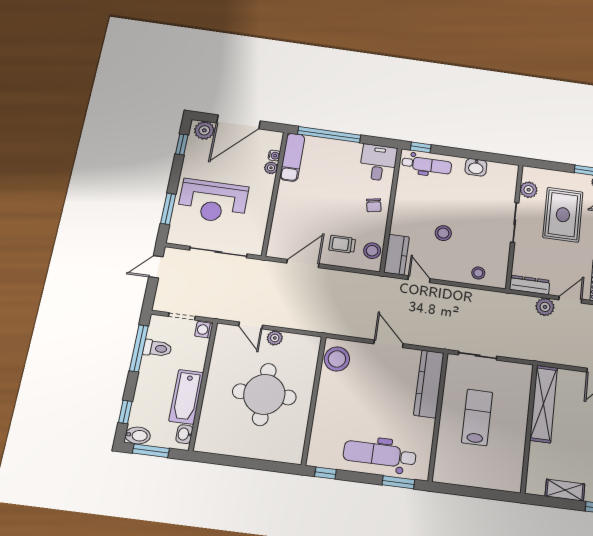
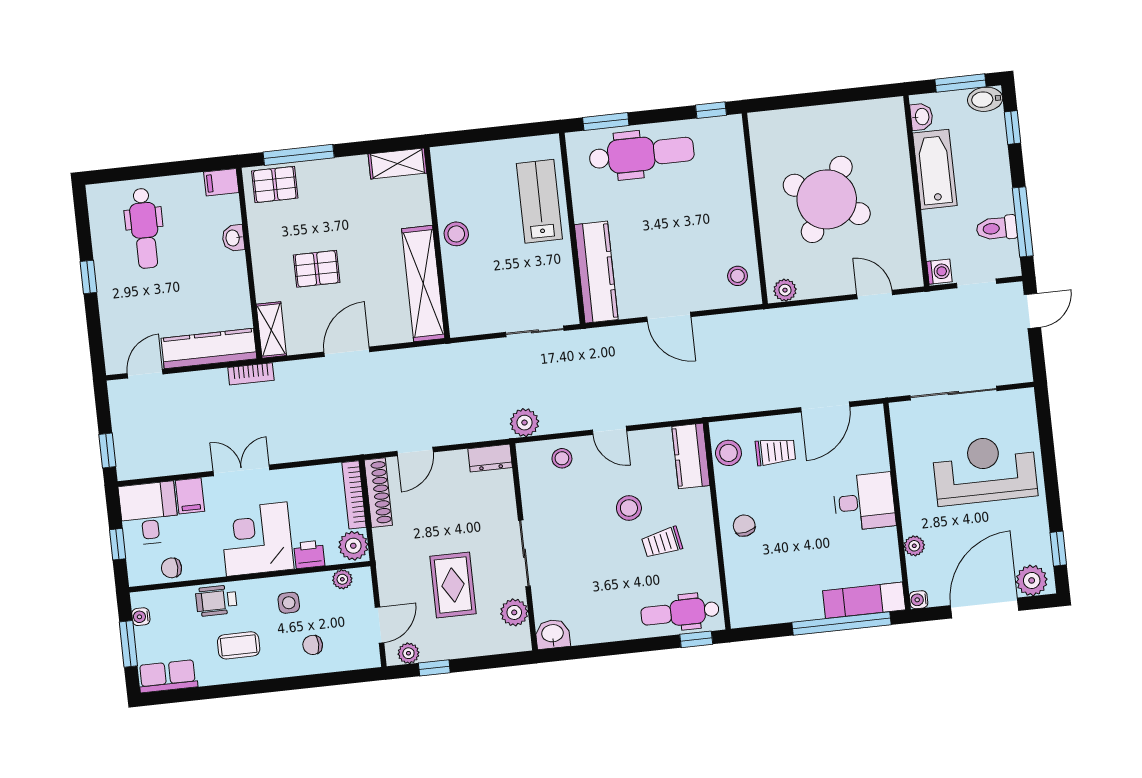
water cooler: (274, 156) -> (919, 600), moved
exam couch: (292, 157) -> (864, 600), moved, turned 90
desk: (378, 163) -> (864, 502), moved, turned -90
washbasin: (476, 167) -> (553, 634), moved
trolley: (428, 208) -> (662, 542), added
window: (168, 209) -> (1047, 441), removed
rug: (563, 215) -> (453, 585), width x0.73, depth x0.70
door: (156, 267) -> (1032, 311), moved
door: (419, 279) -> (609, 430), moved
dresser: (530, 285) -> (490, 458), width x0.70
plant: (545, 307) -> (524, 423), moved
plant: (275, 338) -> (785, 290), moved
stool: (337, 359) -> (738, 276), width x0.53, depth x0.53
round table: (264, 394) -> (827, 199), turned 30
lab bench: (477, 417) -> (539, 201), moved, turned 180
stool: (515, 431) -> (456, 234), added
shelving: (565, 490) -> (397, 164), moved

